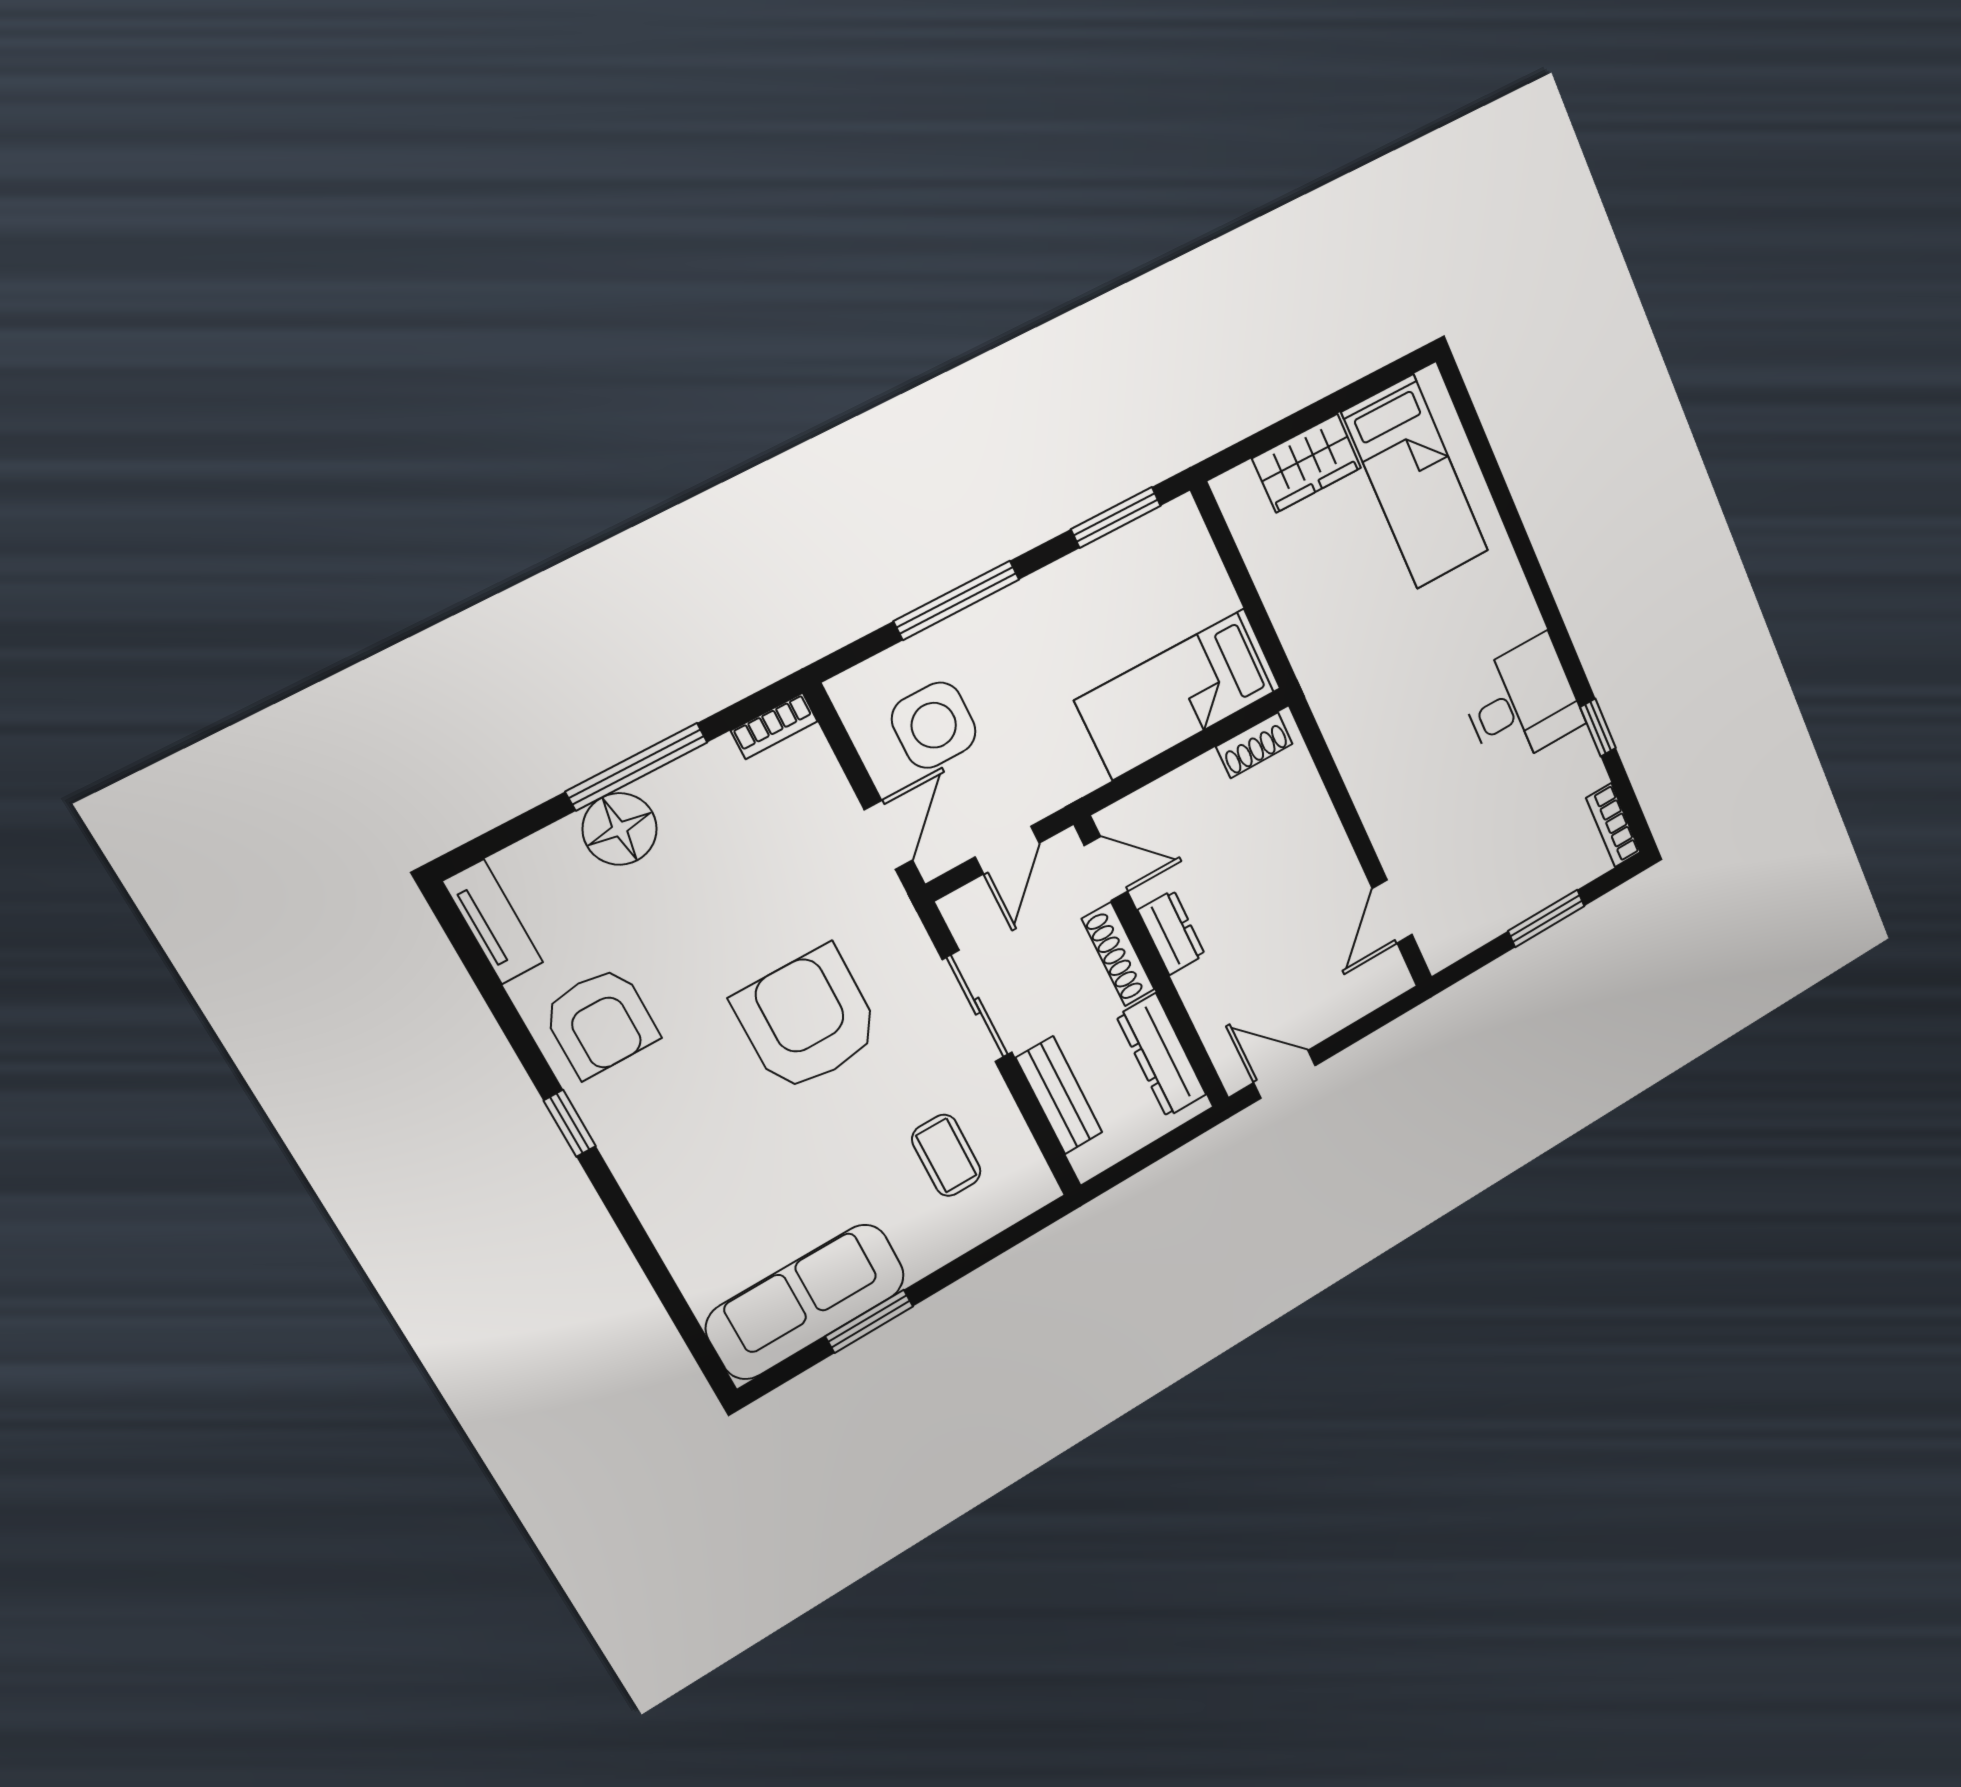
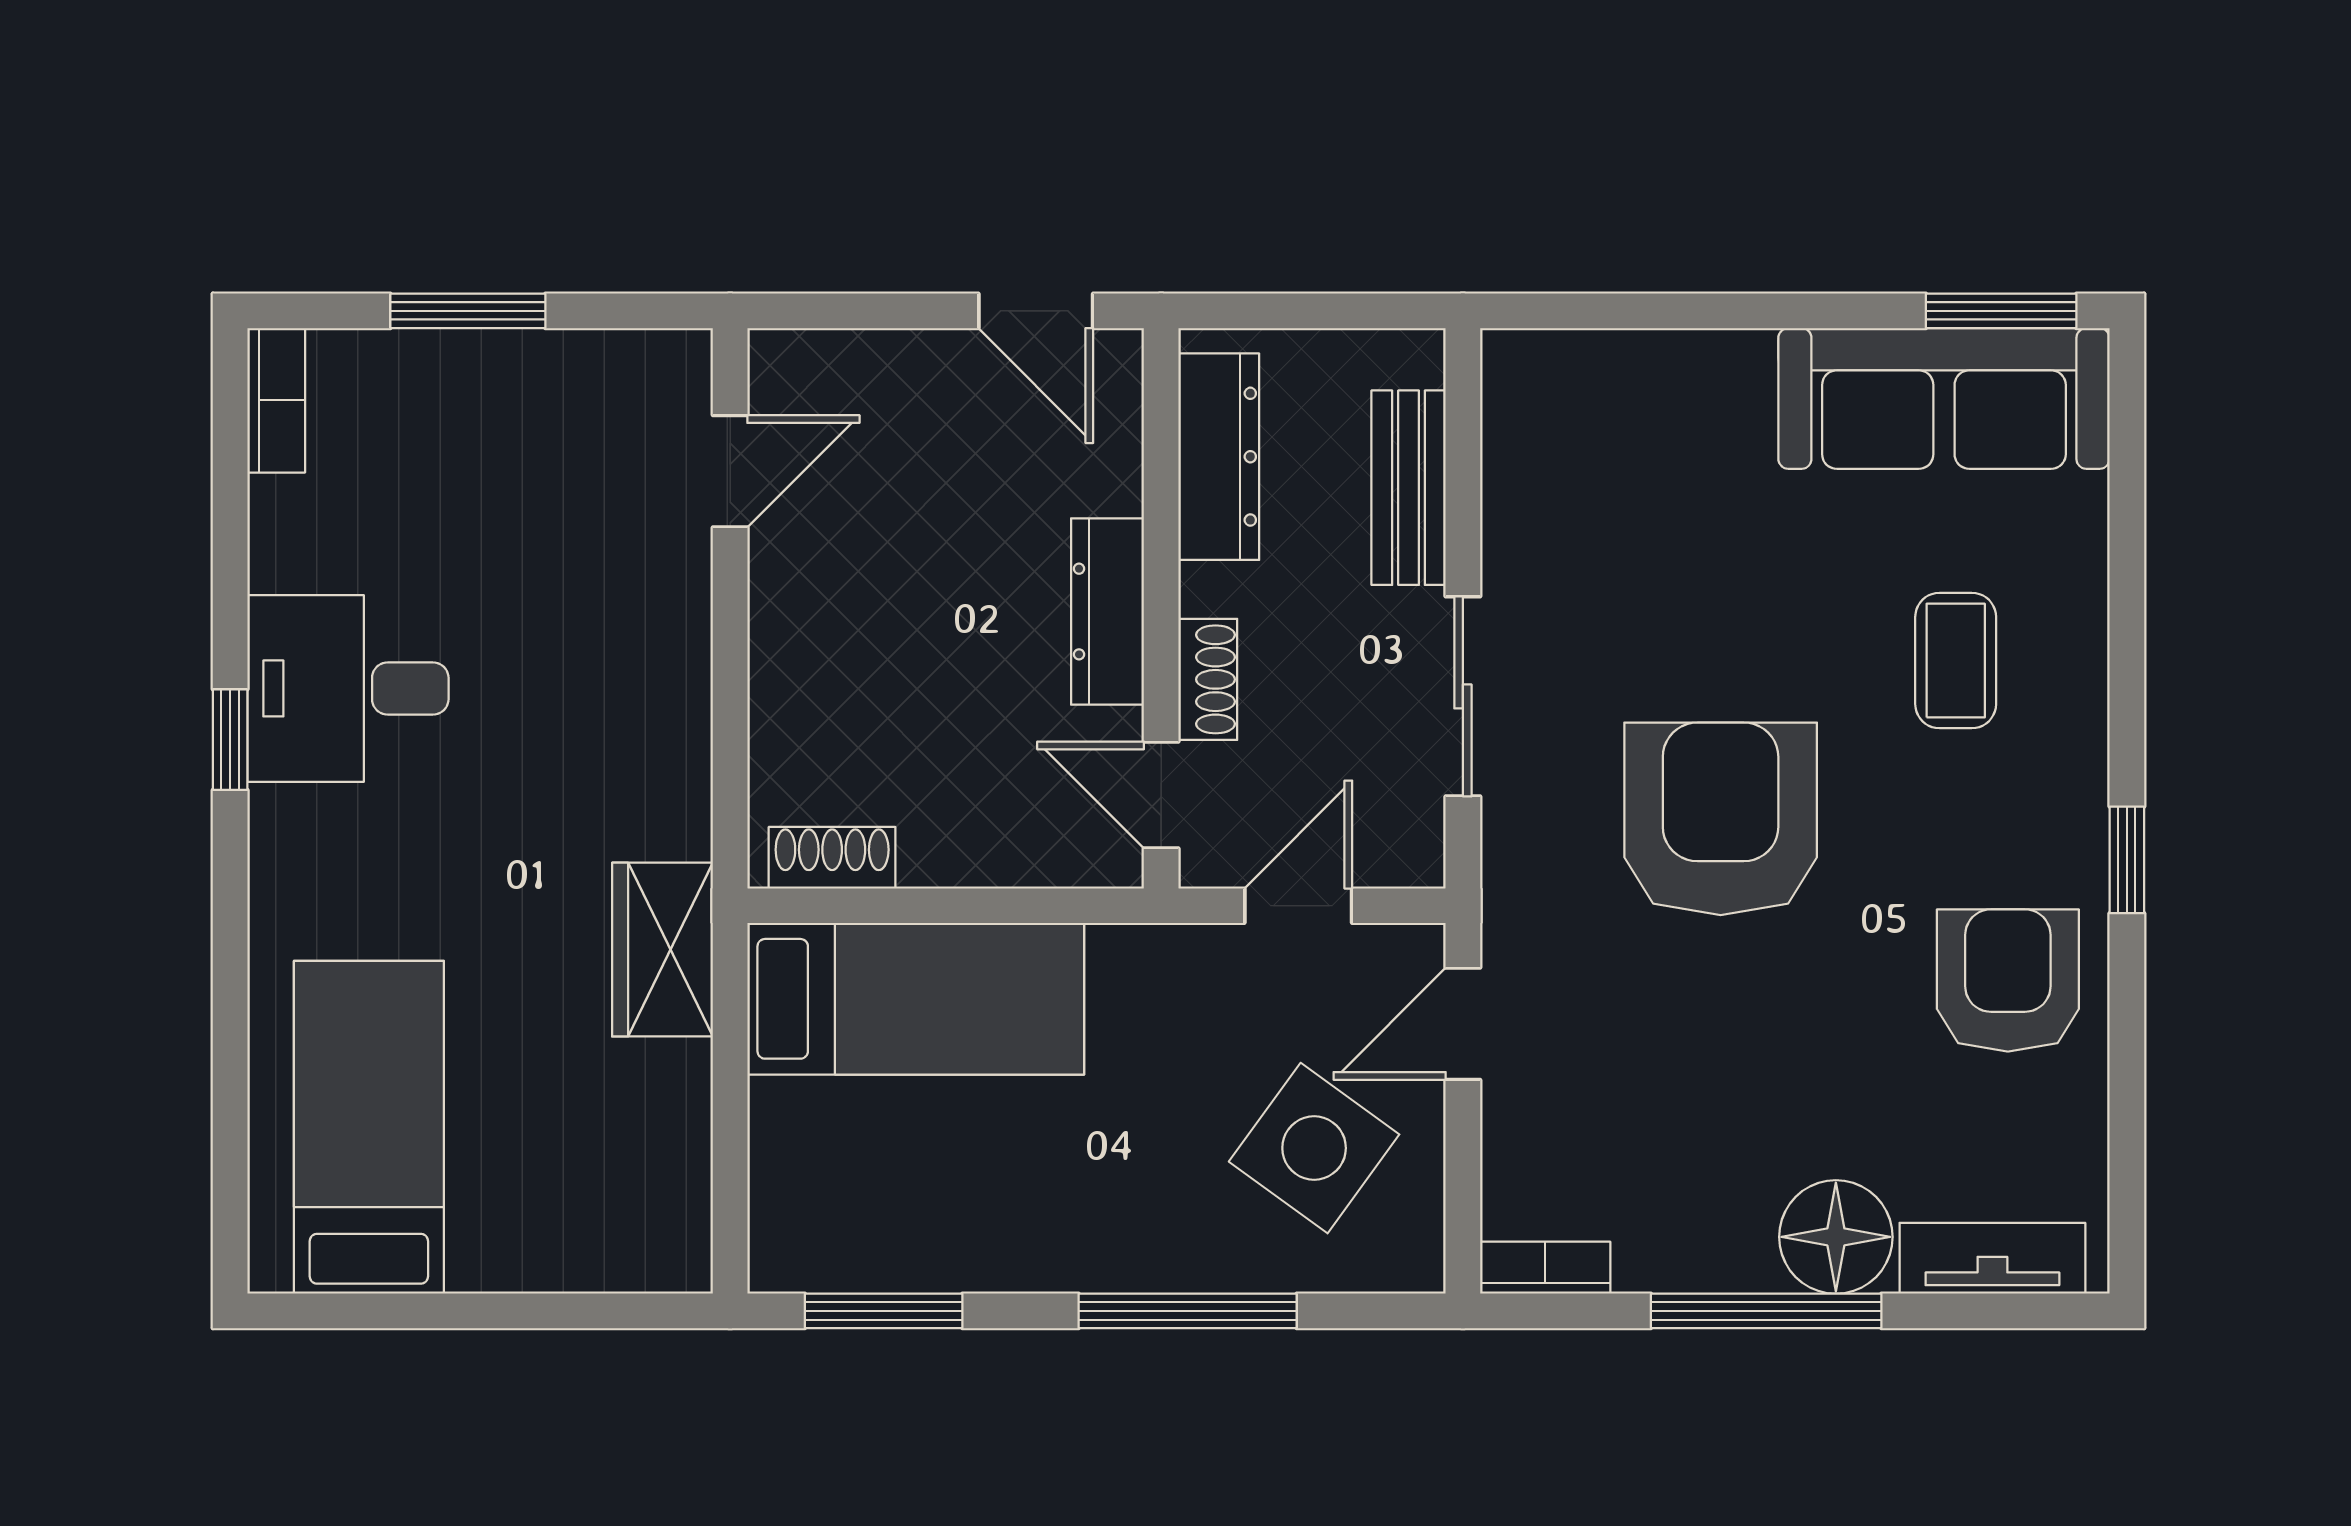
wardrobe: (1307, 463) -> (662, 950), moved, turned -90
side table: (934, 725) -> (1314, 1148), turned 36
window: (1598, 728) -> (230, 740), moved
tv unit: (493, 922) -> (1992, 1258), moved, turned 90
dresser: (1171, 932) -> (1107, 612), width x1.44
shoe rack: (1118, 954) -> (1208, 679), width x0.70
armchair: (807, 1020) -> (1721, 819), turned 180
coffee table: (946, 1155) -> (1956, 661), moved
window: (869, 1321) -> (2001, 311), moved

